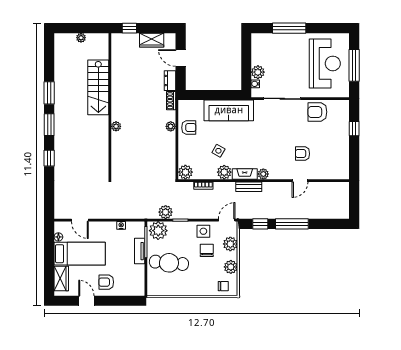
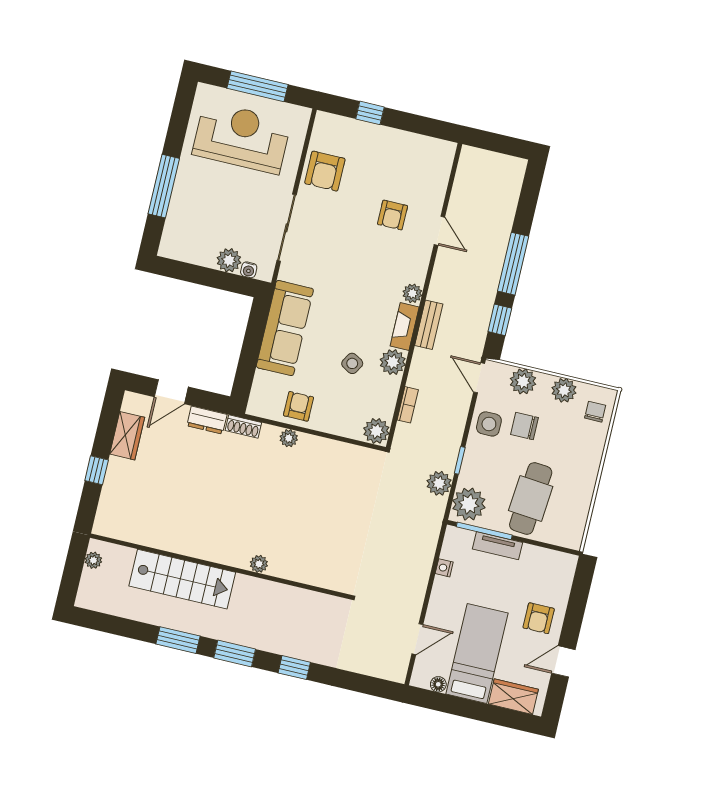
stairs: (98, 87) -> (182, 579), moved
wall: (110, 106) -> (220, 566), moved
plant: (116, 126) -> (259, 564), moved

